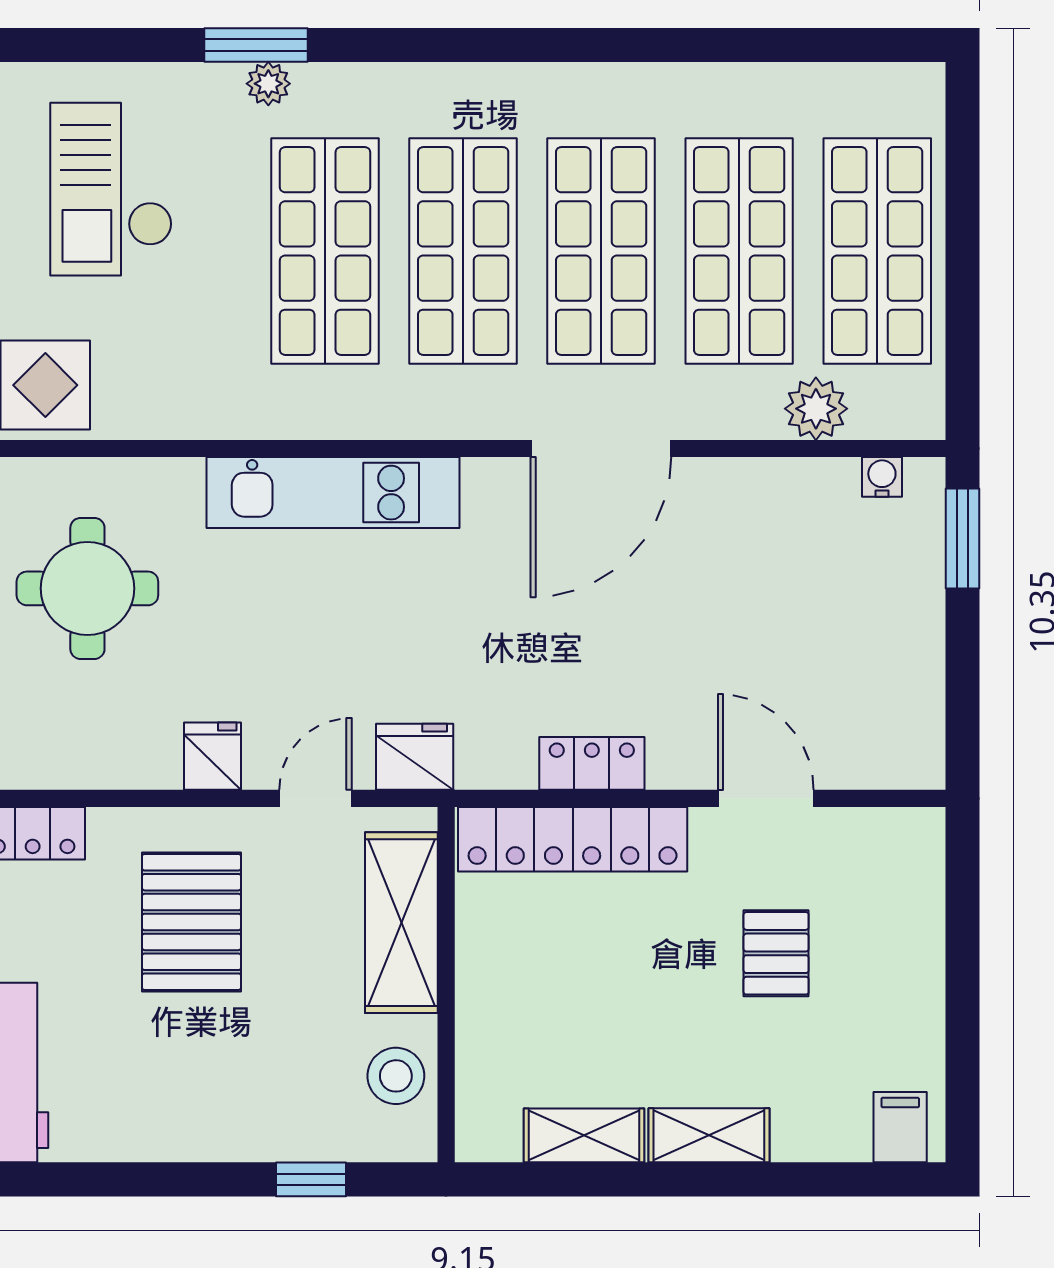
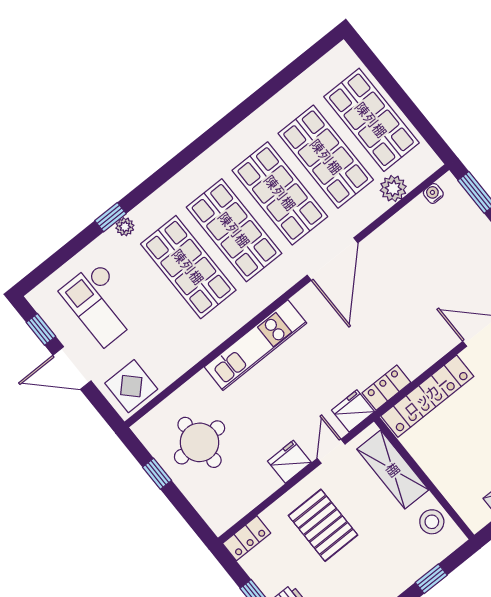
window: (256, 45) -> (110, 217), width x0.67
fridge: (213, 756) -> (289, 462), width x1.38
locker: (592, 763) -> (386, 388), moved

